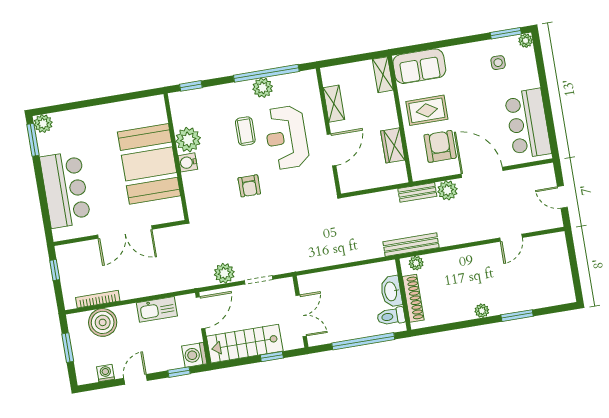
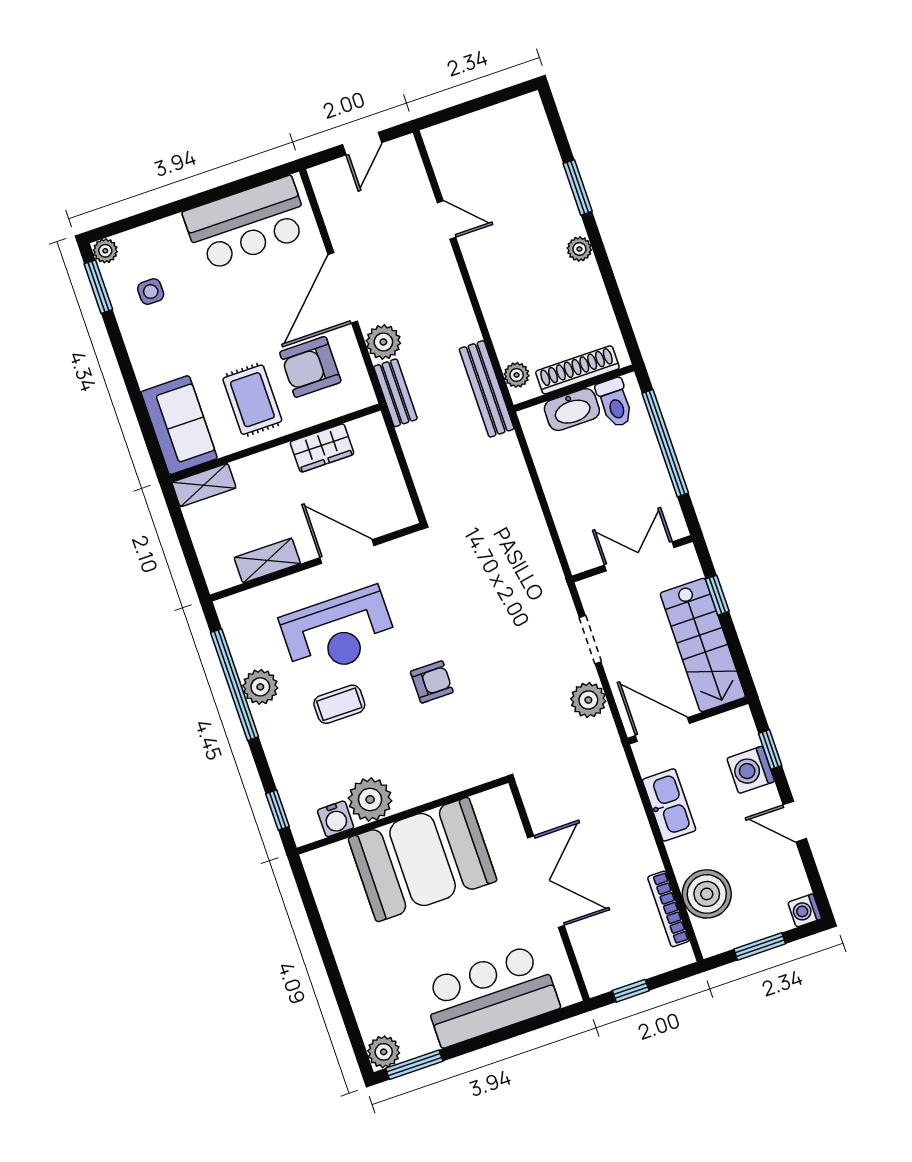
water cooler: (188, 162) -> (336, 819), moved
washing machine: (194, 355) -> (751, 770), moved, turned 90
washing machine: (106, 373) -> (805, 911), moved

